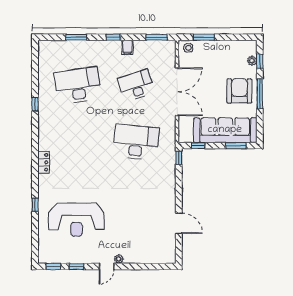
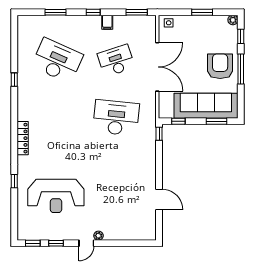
window: (204, 37) -> (202, 12), moved
plant: (252, 61) -> (233, 20), moved
desk: (78, 85) -> (57, 61), turned 33
locker: (43, 162) -> (23, 138), width x1.53

